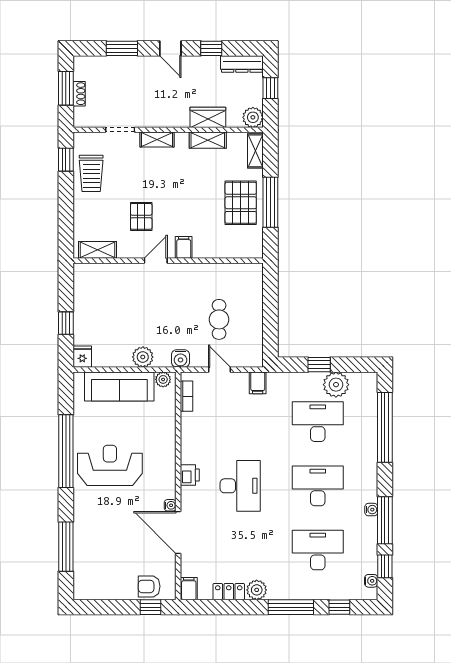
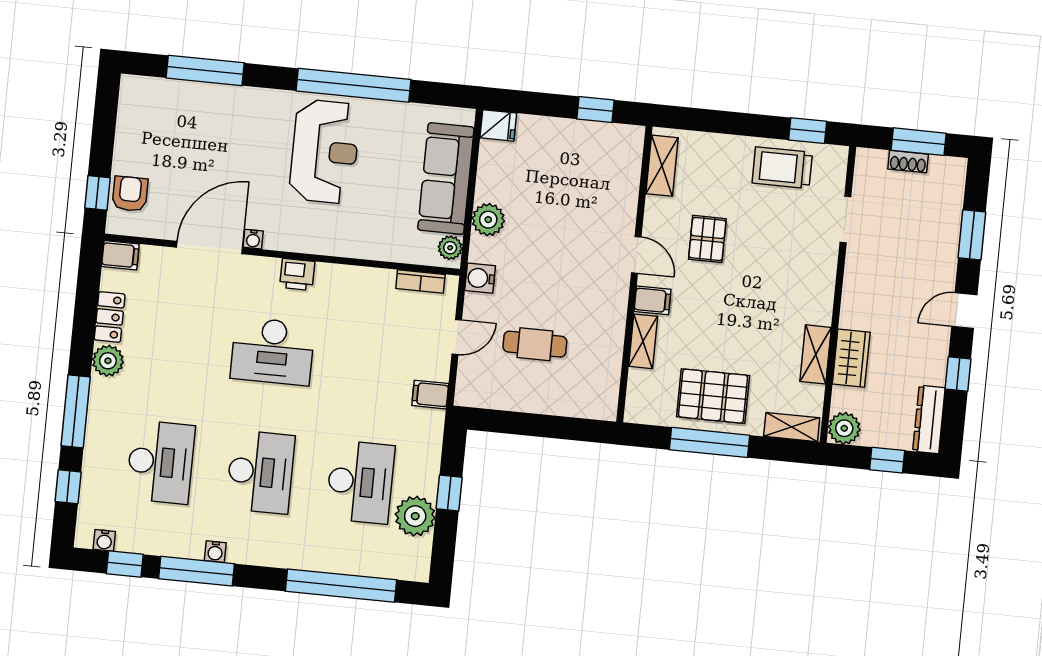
shelving: (157, 140) -> (643, 341), moved
pallet: (141, 216) -> (707, 239), turned 90
window: (66, 323) -> (596, 109), moved

